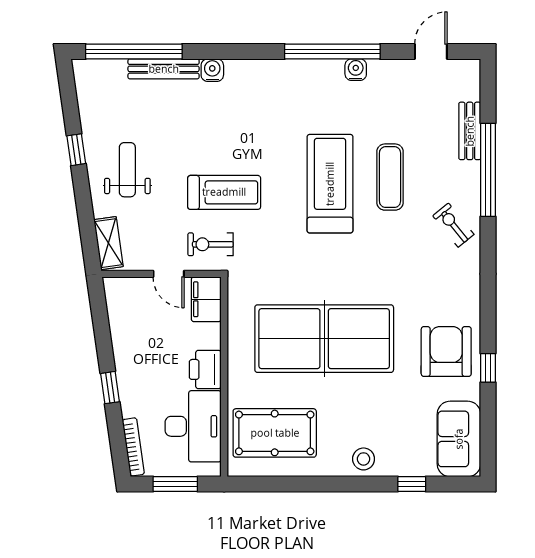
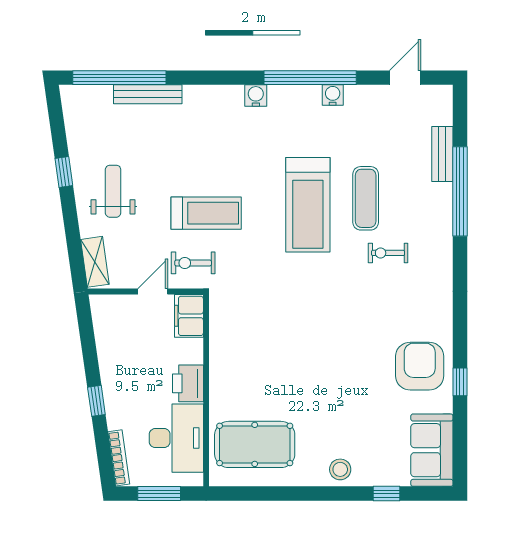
water cooler: (212, 70) -> (256, 96), moved
treadmill: (330, 184) -> (308, 205), turned 180
exercise bike: (453, 225) -> (388, 253), moved, turned -51
door: (169, 274) -> (153, 291), swing flipped
table tennis table: (324, 339) -> (302, 354), removed

